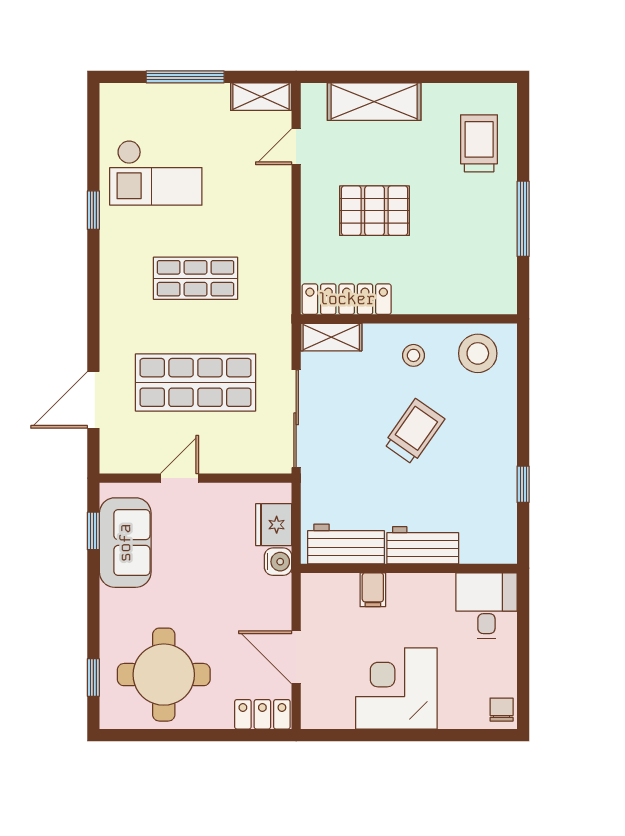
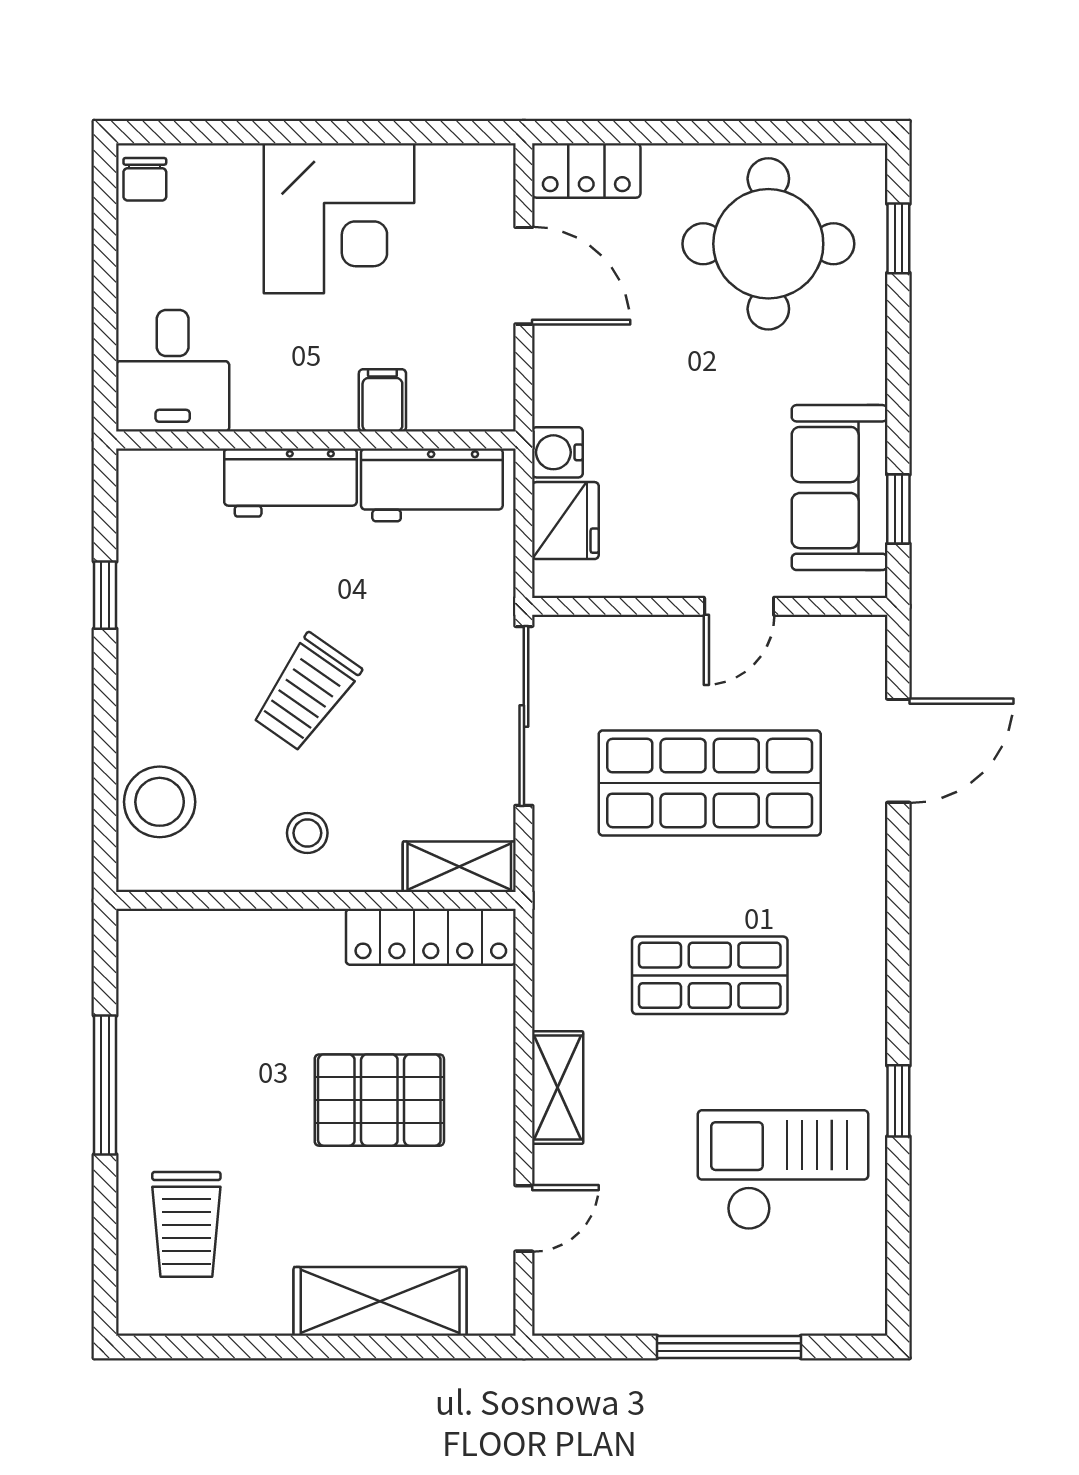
shelving: (261, 97) -> (558, 1088), moved, turned 90
stool: (478, 353) -> (160, 802), moved

